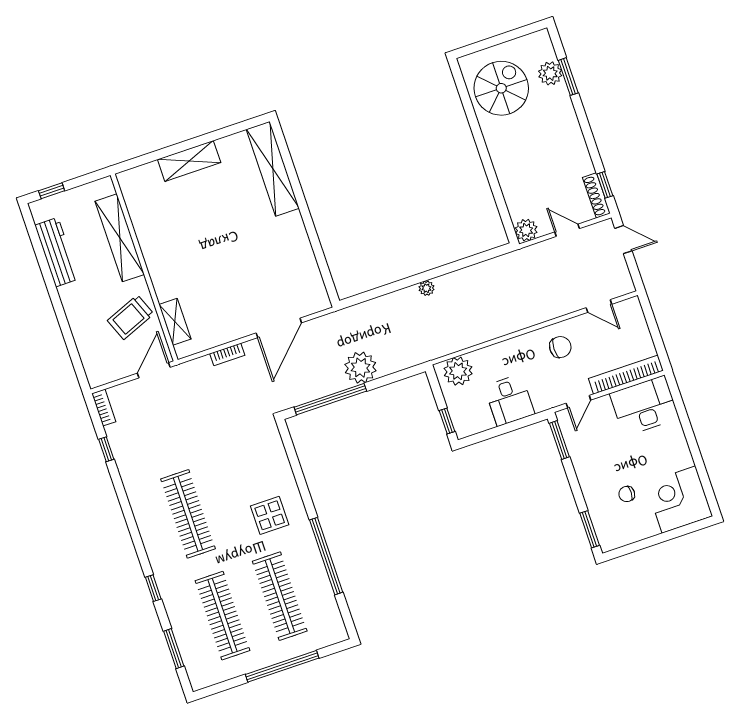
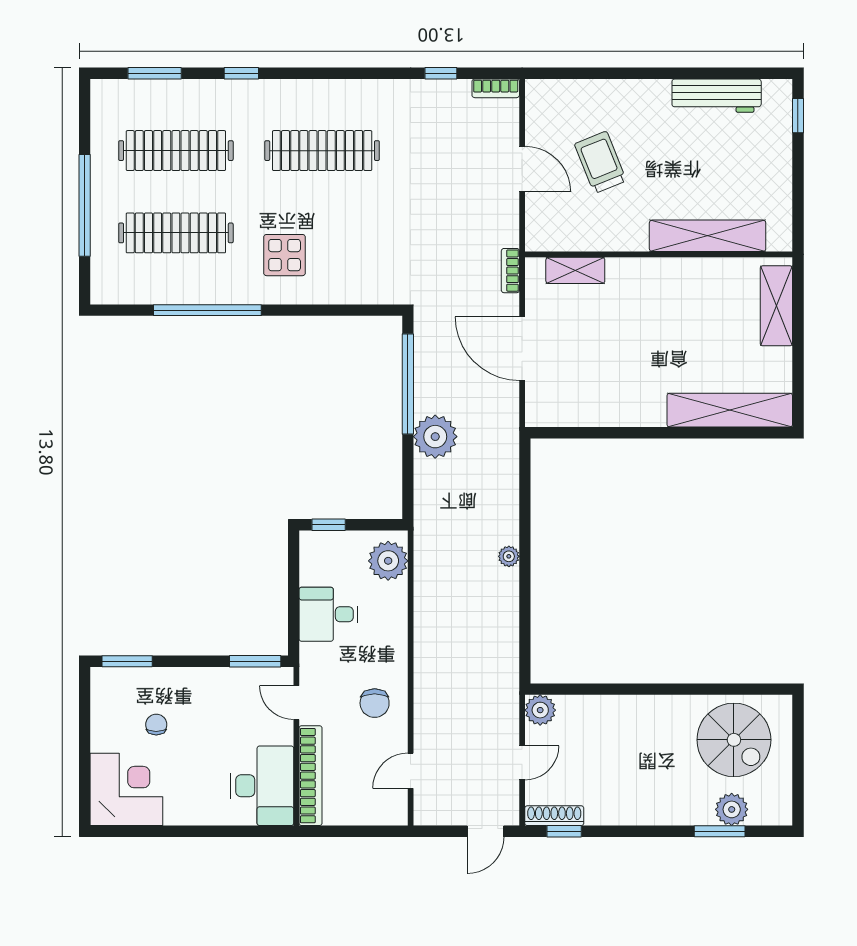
shelving: (120, 238) -> (708, 236), moved
wall: (144, 267) -> (659, 254), moved
shelving: (175, 322) -> (575, 270), moved

